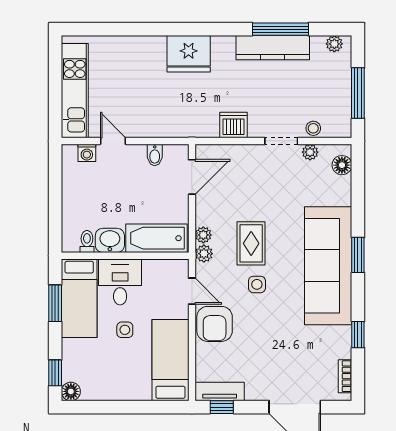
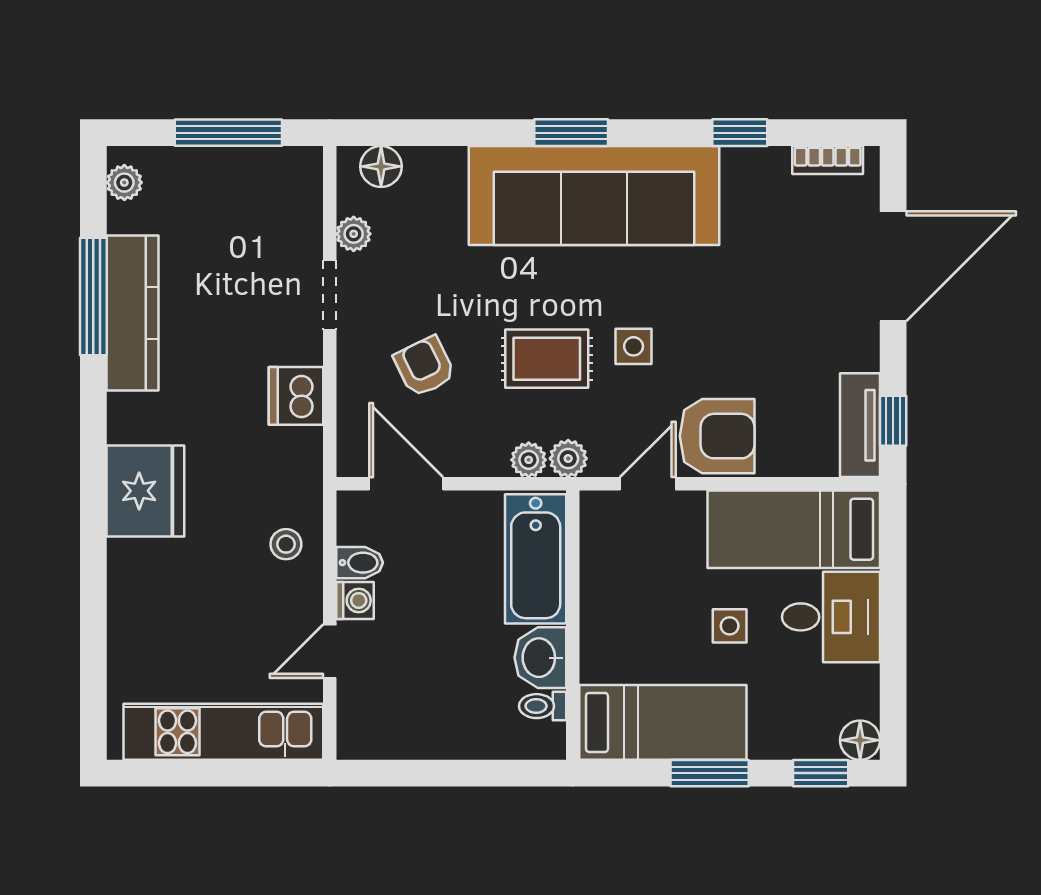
stool: (313, 128) -> (286, 544), moved
washing machine: (87, 153) -> (355, 600), moved
armchair: (247, 186) -> (425, 367), added
desk: (120, 282) -> (831, 617), moved, turned 180
window: (55, 303) -> (710, 773), moved

